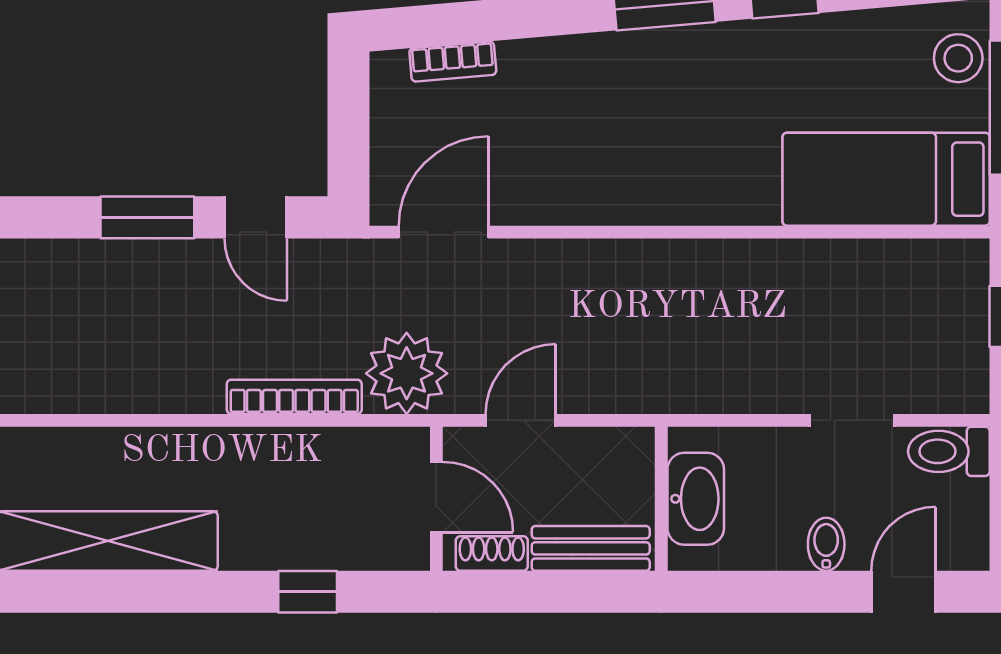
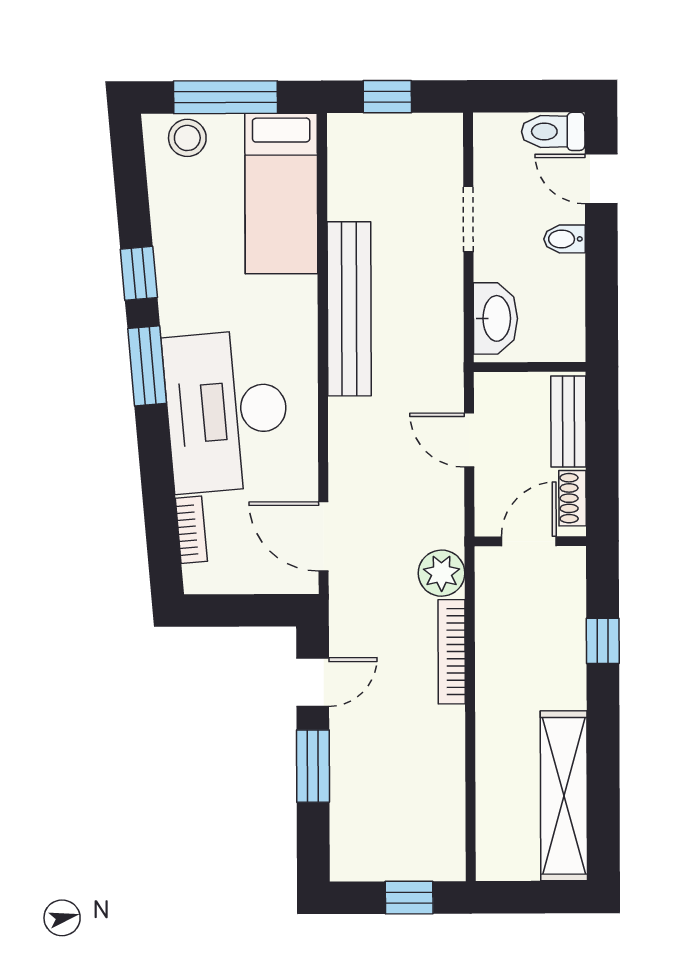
desk: (606, 108) -> (227, 411), added
bench: (737, 266) -> (349, 309), added
plant: (407, 373) -> (442, 573), width x0.73, depth x0.73
door: (521, 420) -> (469, 440), moved
toilet: (949, 451) -> (553, 131), moved, turned 90
washbasin: (696, 499) -> (495, 318), moved, turned 90

